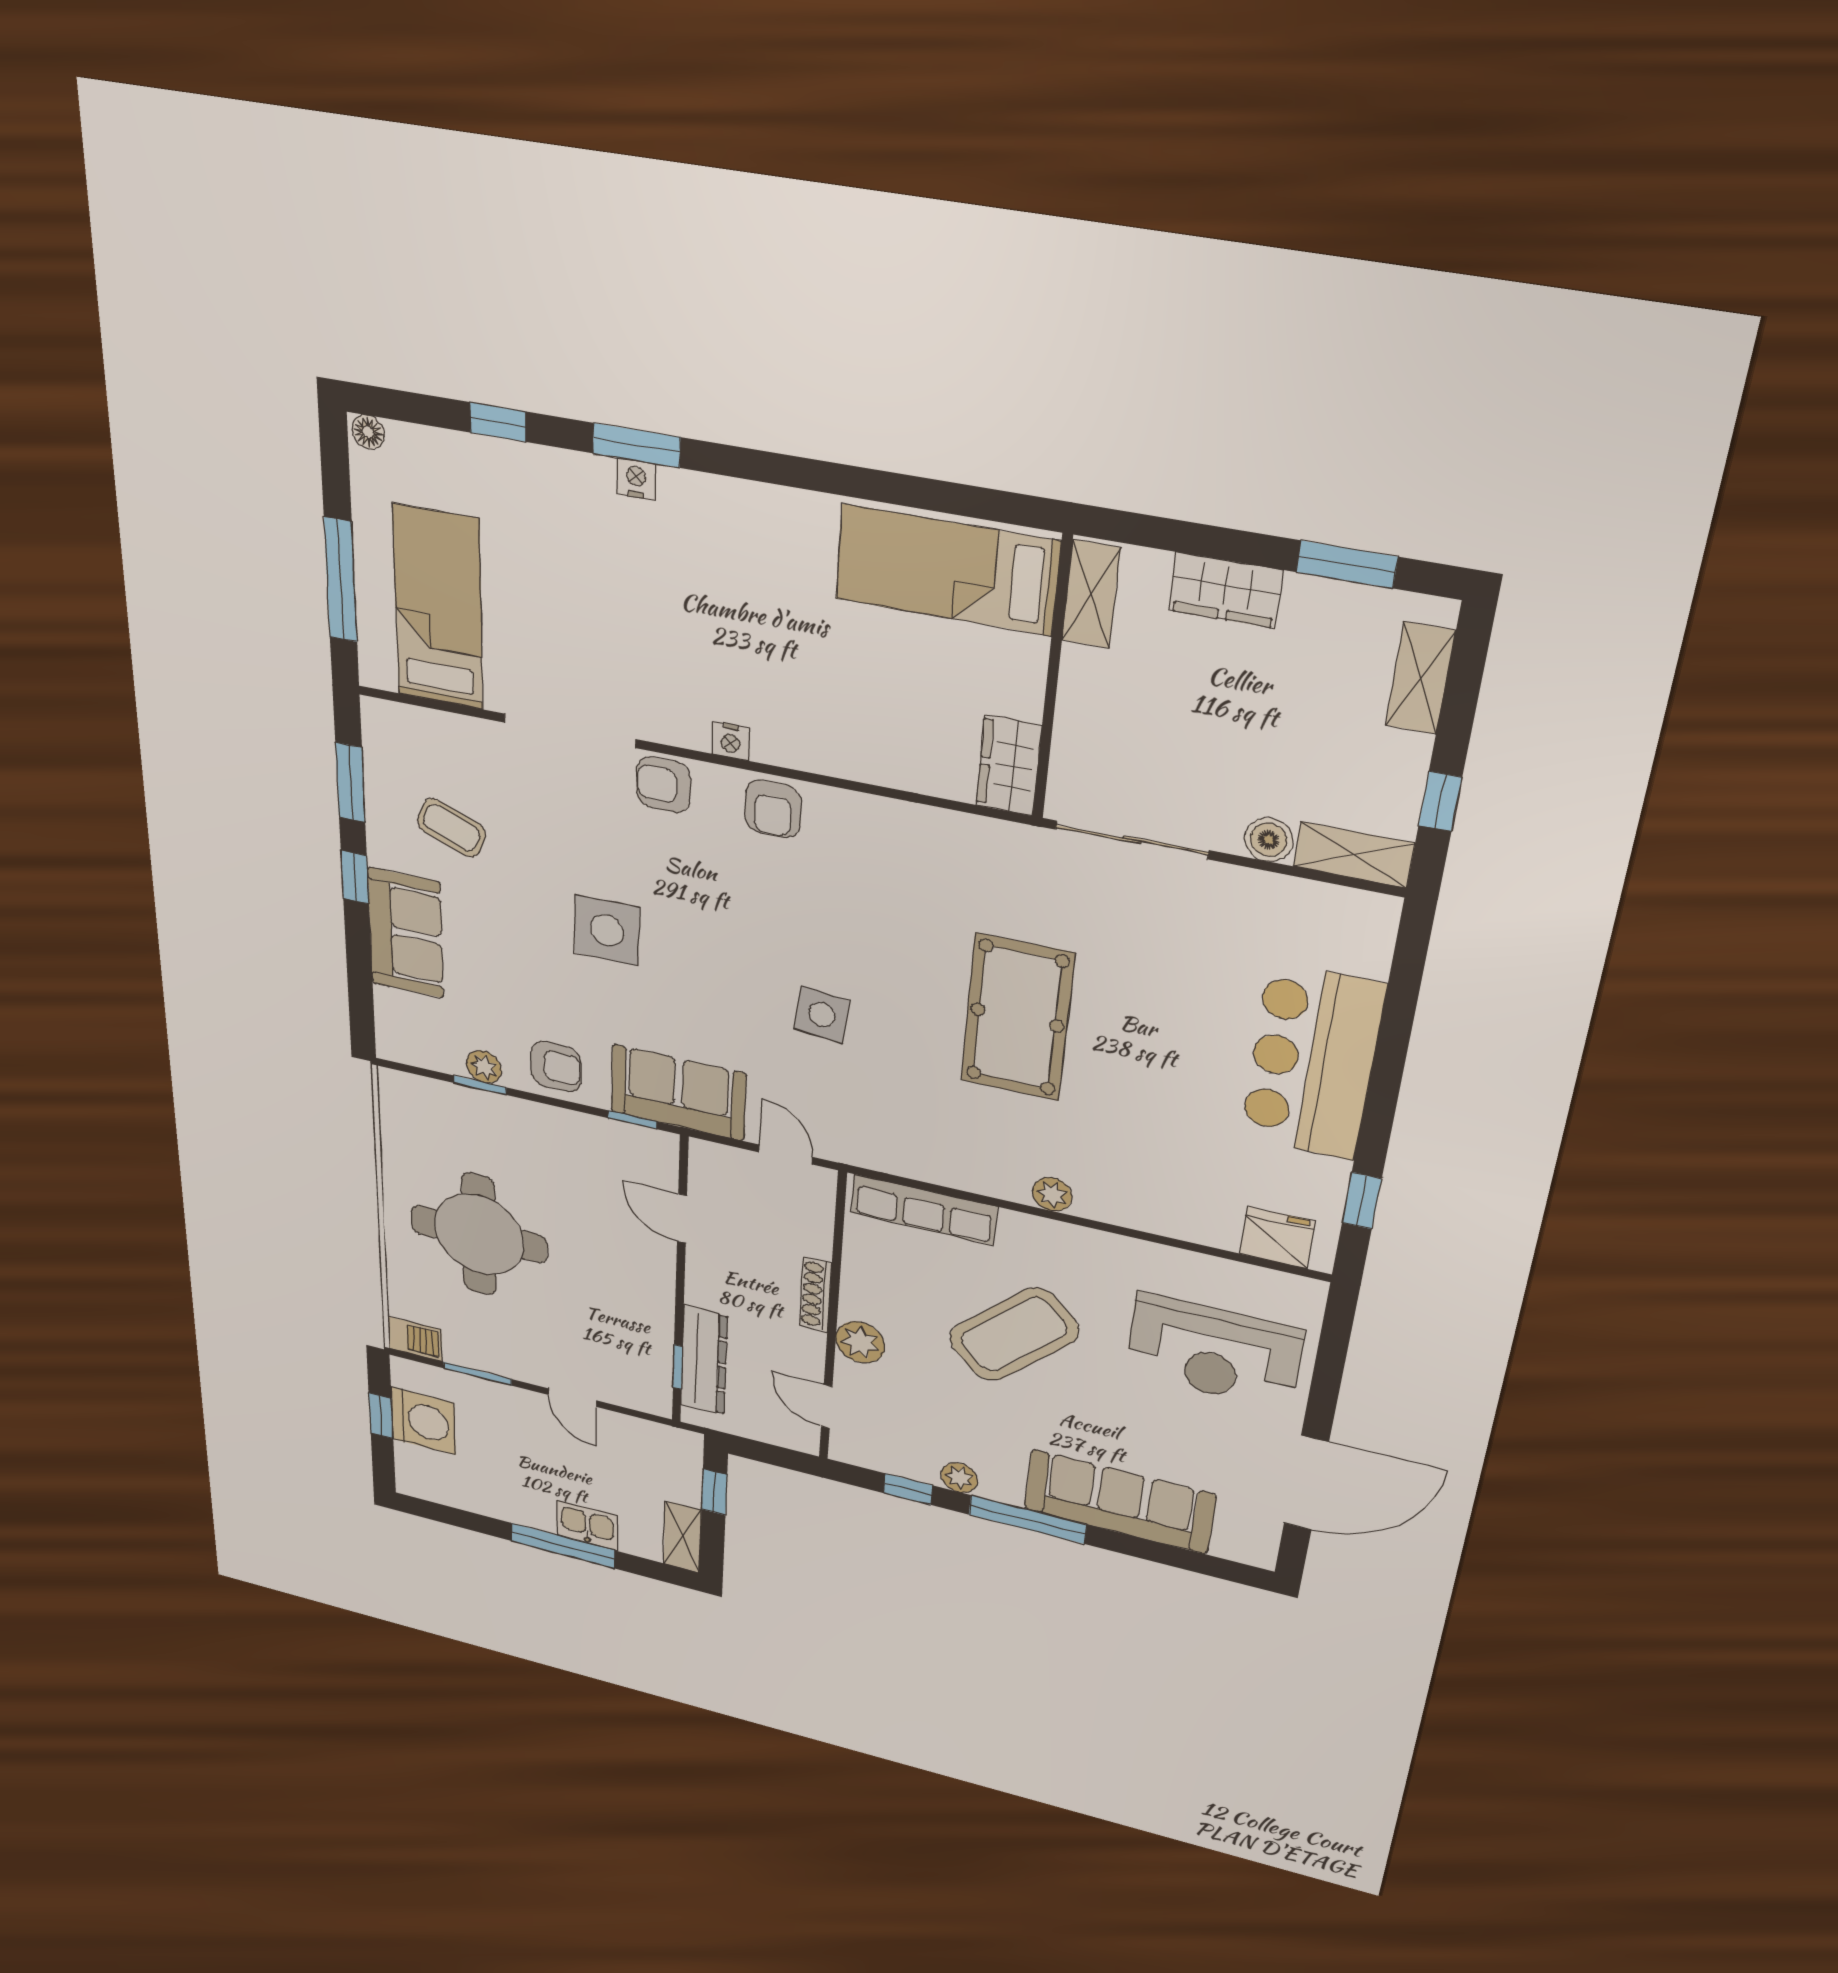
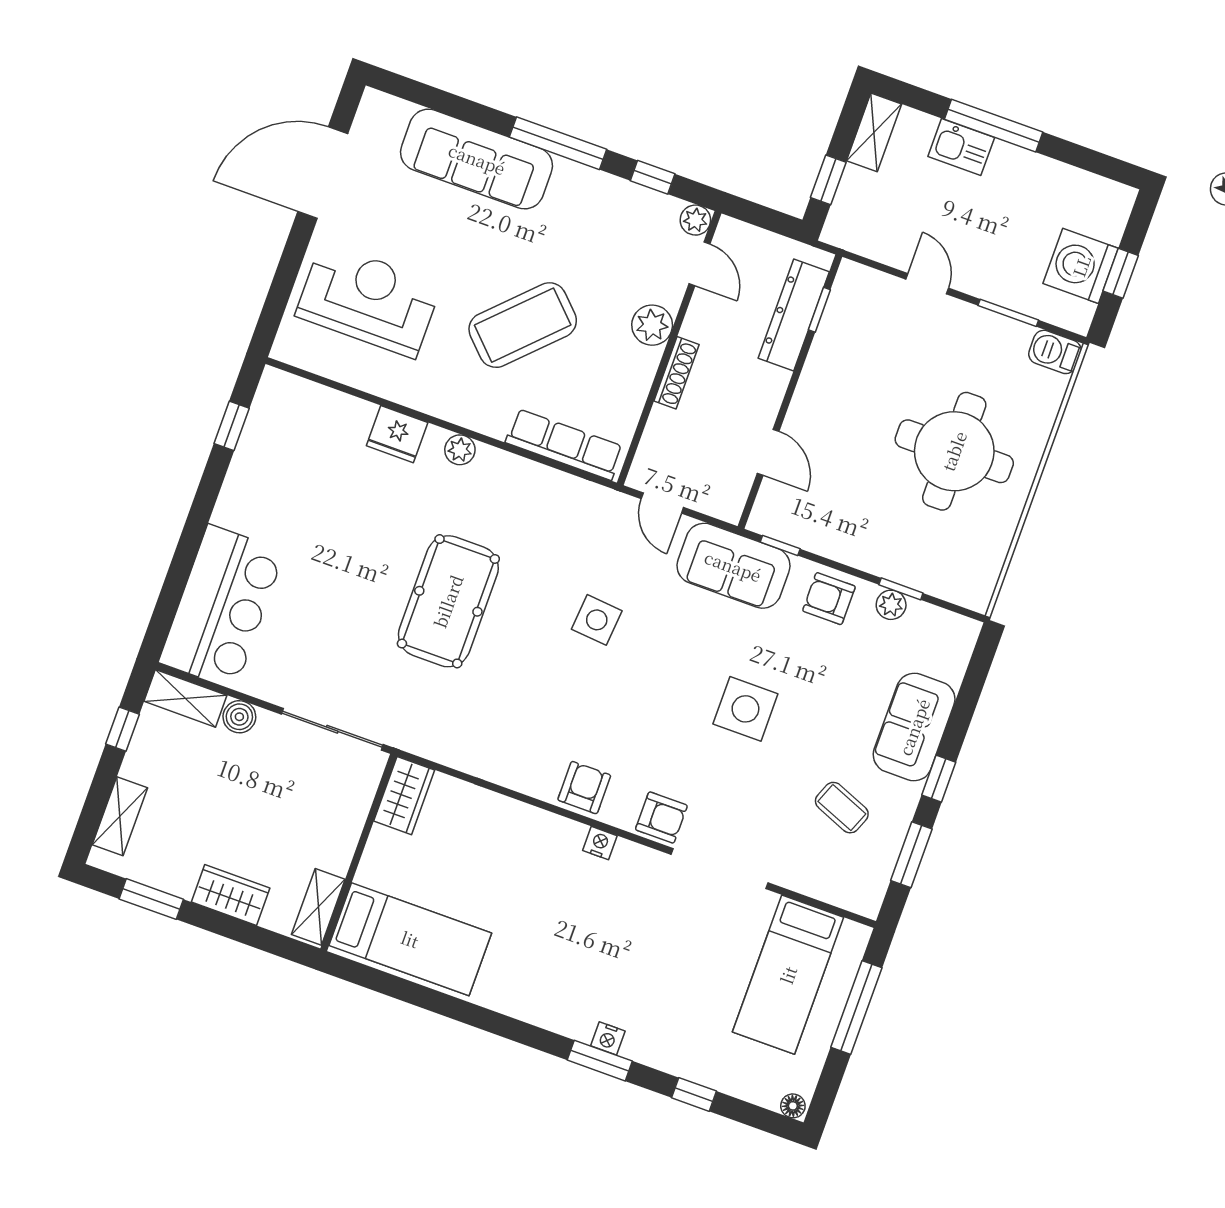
bar counter: (1312, 1062) -> (222, 607), moved
fridge: (1277, 1238) -> (397, 434), moved
plant: (959, 1478) -> (695, 220), moved

